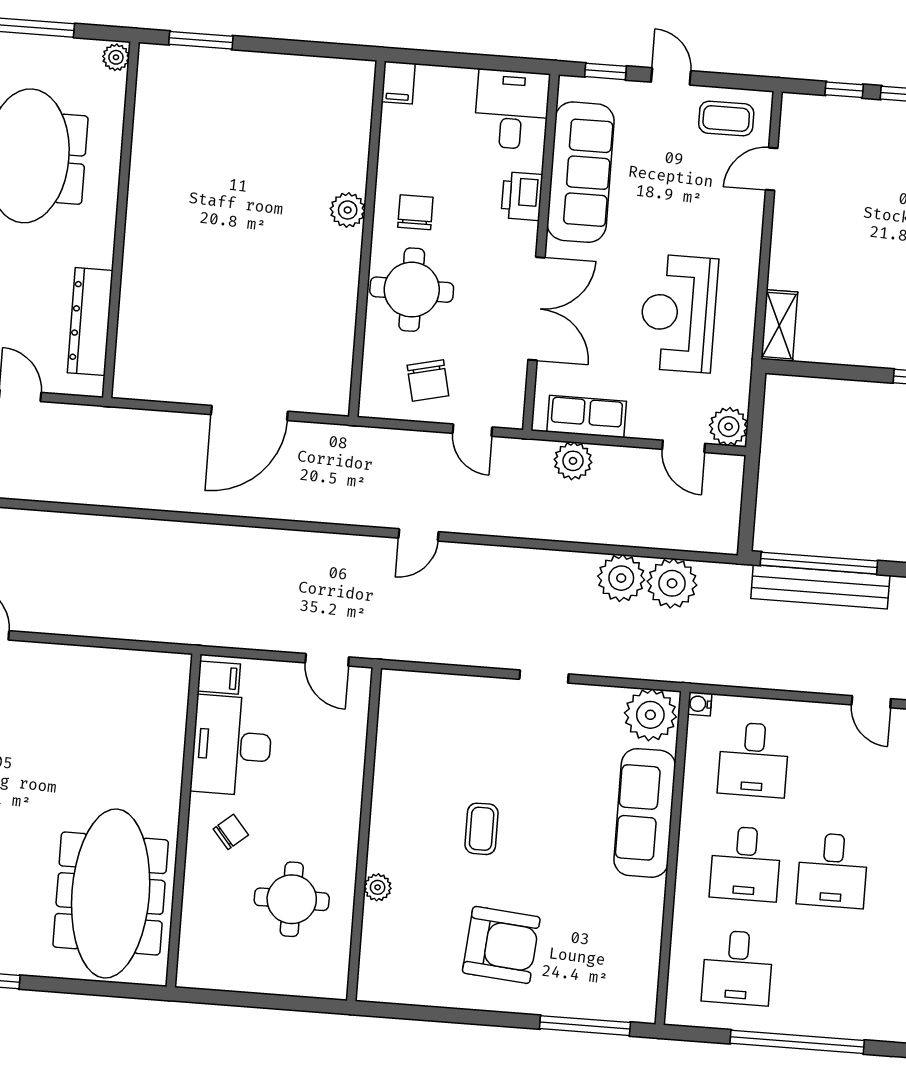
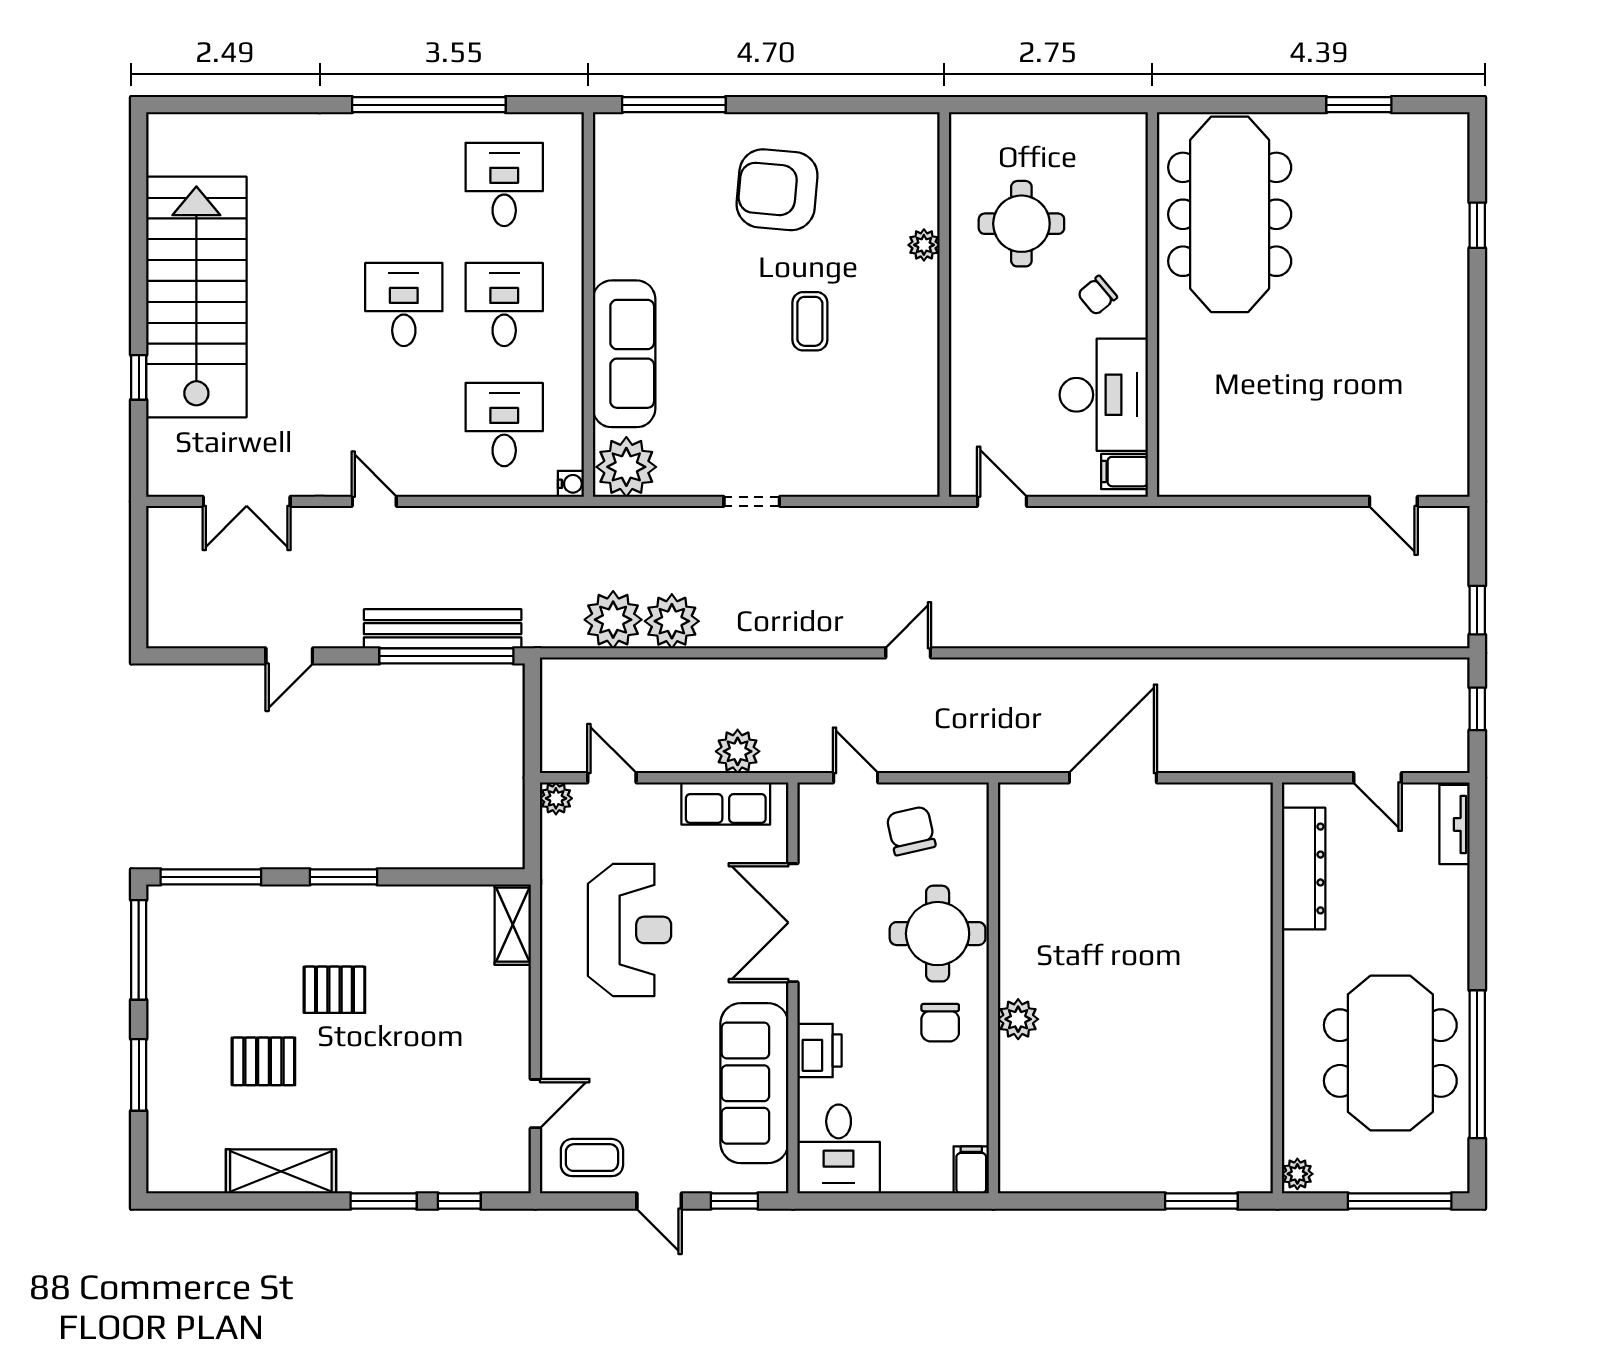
plant: (729, 427) -> (556, 798), width x0.73, depth x0.73

